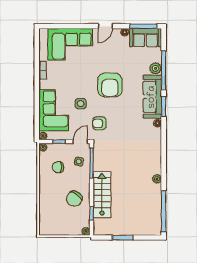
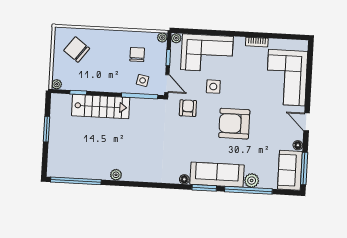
chair: (74, 199) -> (77, 50), moved

